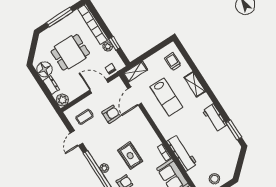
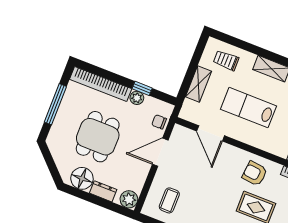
shelving: (135, 72) -> (198, 84), moved
lab bench: (166, 97) -> (249, 108), turned 180
armchair: (111, 114) -> (255, 173), moved, turned -84

